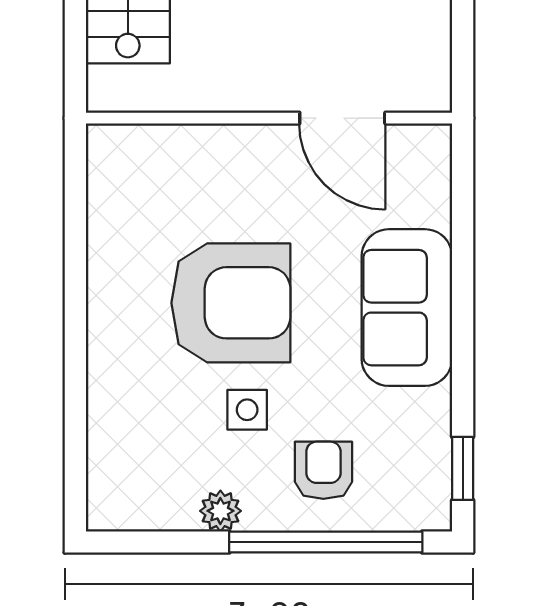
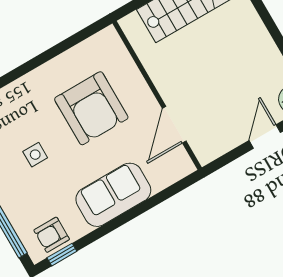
armchair: (231, 303) -> (91, 108), moved
armchair: (323, 470) -> (52, 235), moved, turned 180

